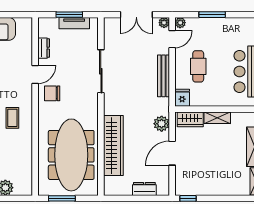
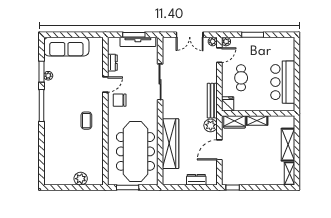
tv unit: (74, 23) -> (138, 42), width x1.41
bench: (164, 76) -> (212, 101), moved

